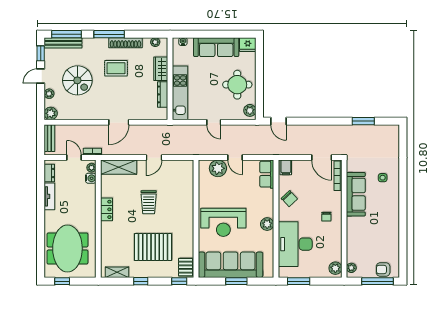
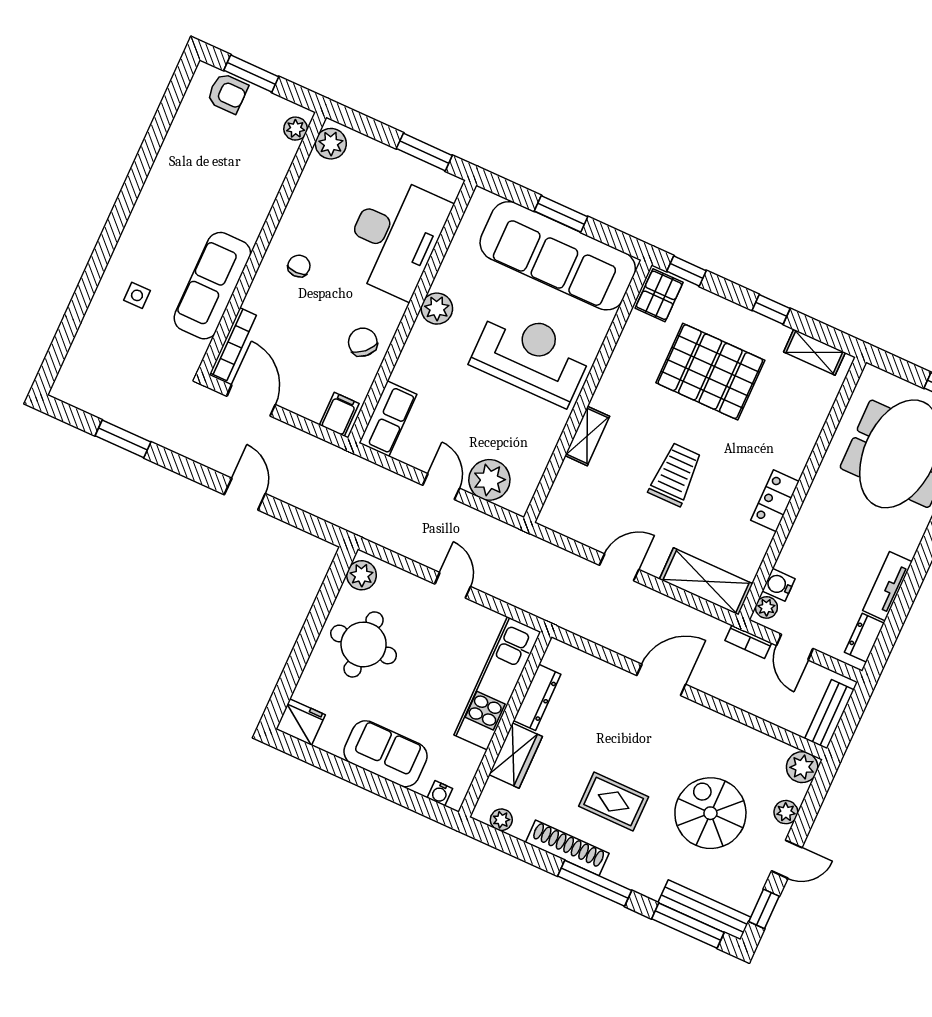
sofa: (216, 47) -> (386, 754), width x0.73
door: (279, 121) -> (245, 494), moved
shelving: (189, 202) -> (587, 436), added
window: (377, 281) -> (251, 73), width x0.69

